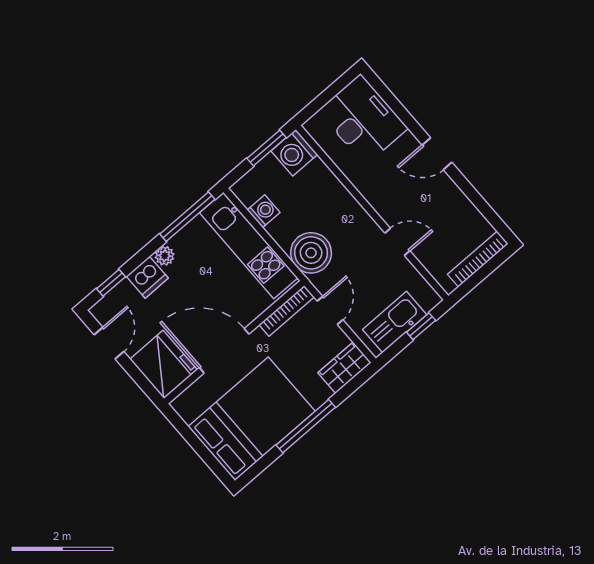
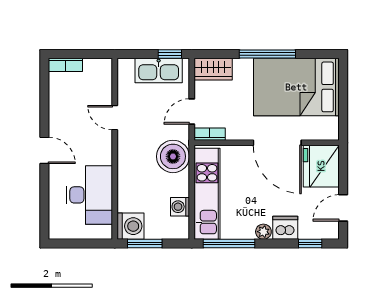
desk: (363, 120) -> (89, 195), moved, turned 180
bookcase: (478, 259) -> (65, 65), width x0.64
bookcase: (287, 311) -> (210, 134), width x0.64
window: (421, 326) -> (170, 54), moved

